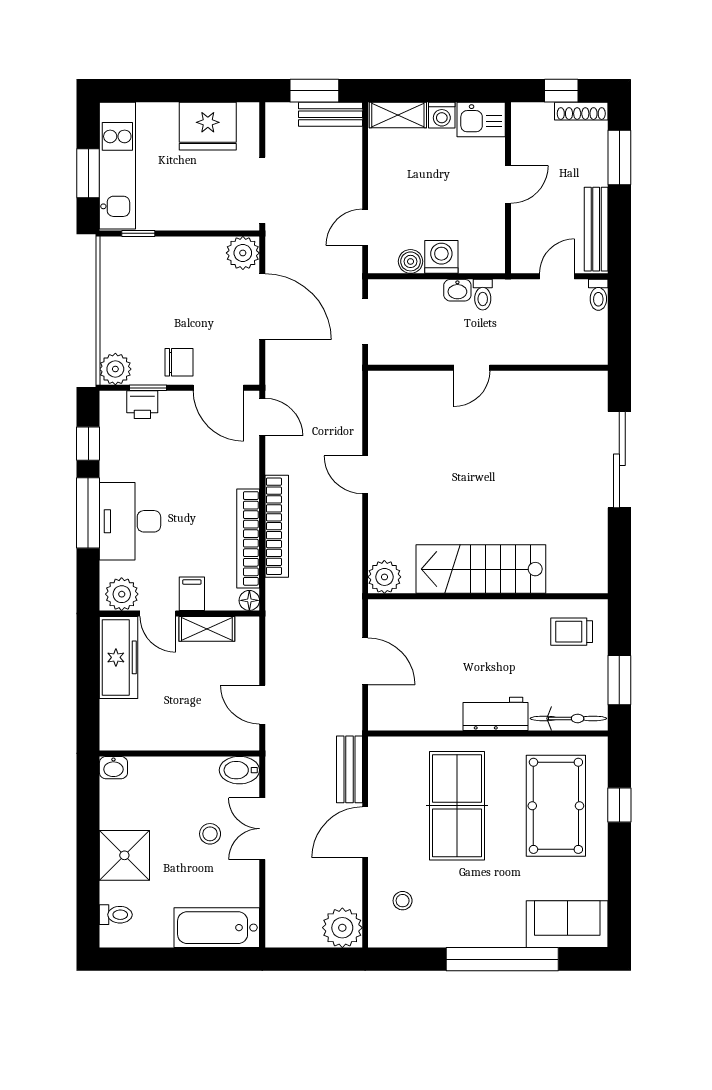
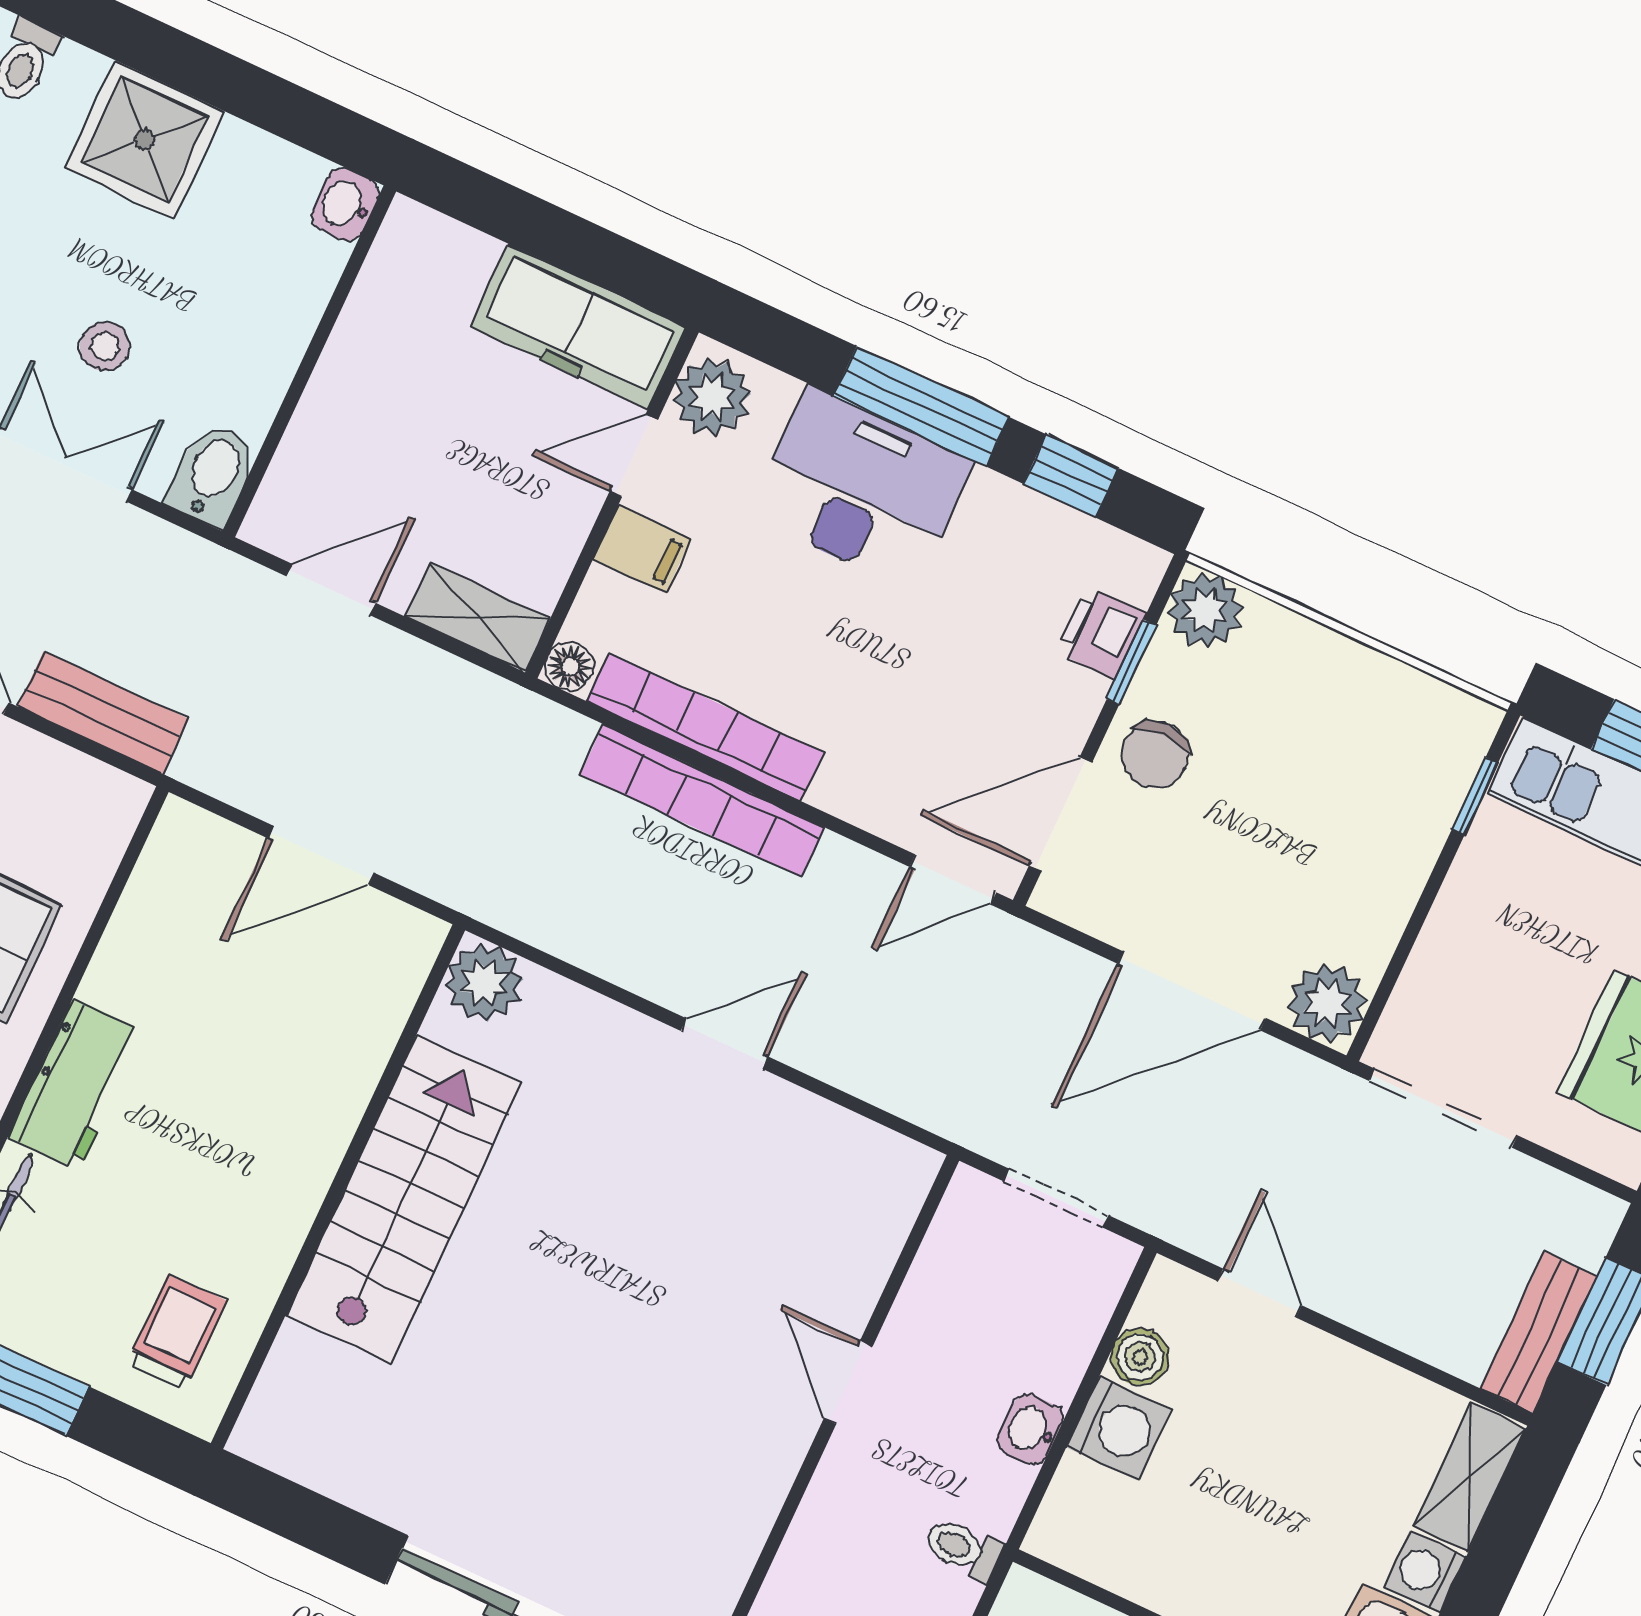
toilet: (483, 295) -> (963, 1549), moved
shelving: (207, 629) -> (478, 617), moved, turned 90

